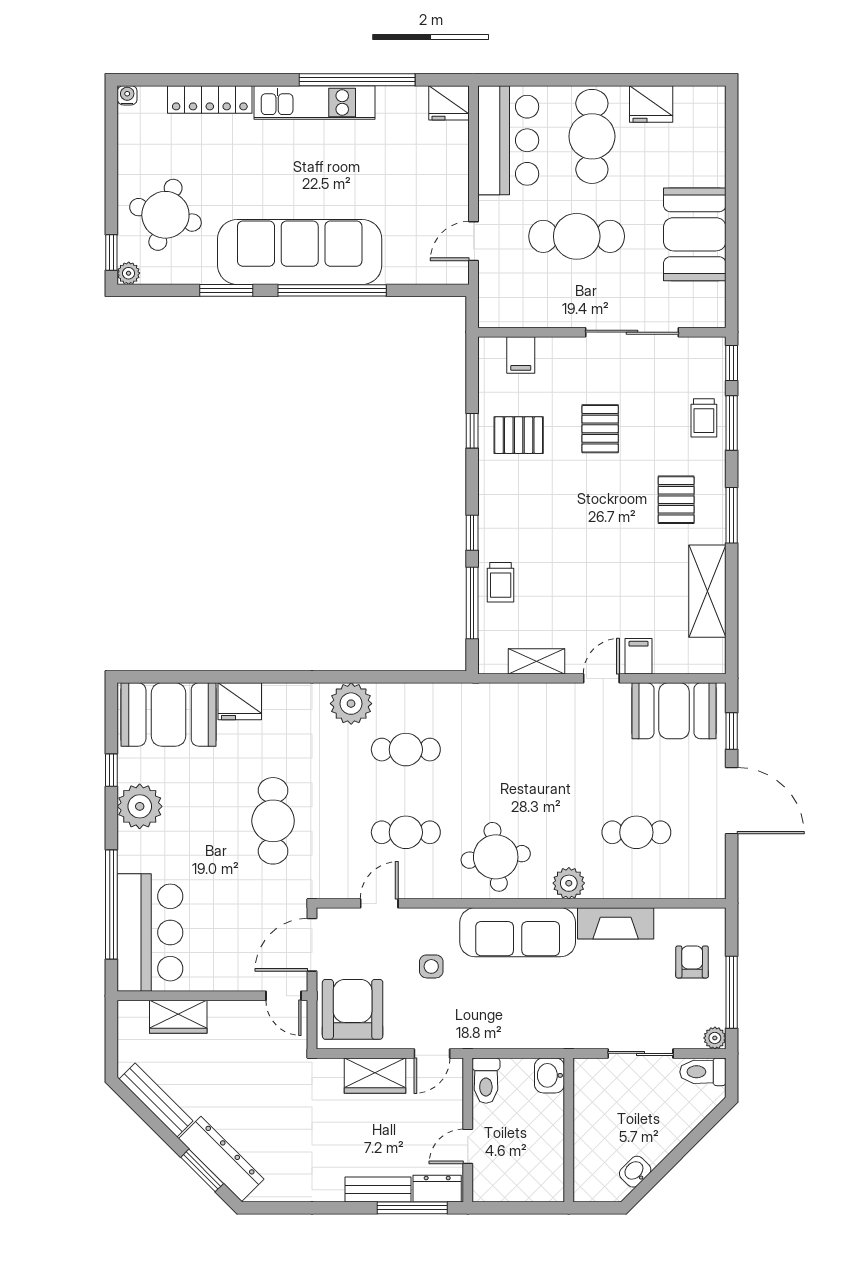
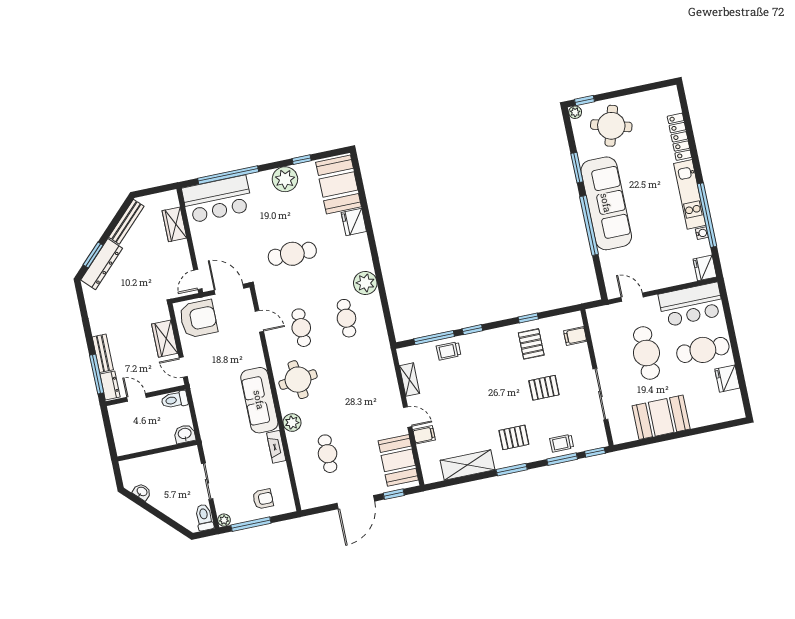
water cooler: (127, 95) -> (702, 233), moved
fireplace: (616, 923) -> (276, 447), width x0.73, depth x0.76
side table: (431, 966) -> (231, 357), removed

